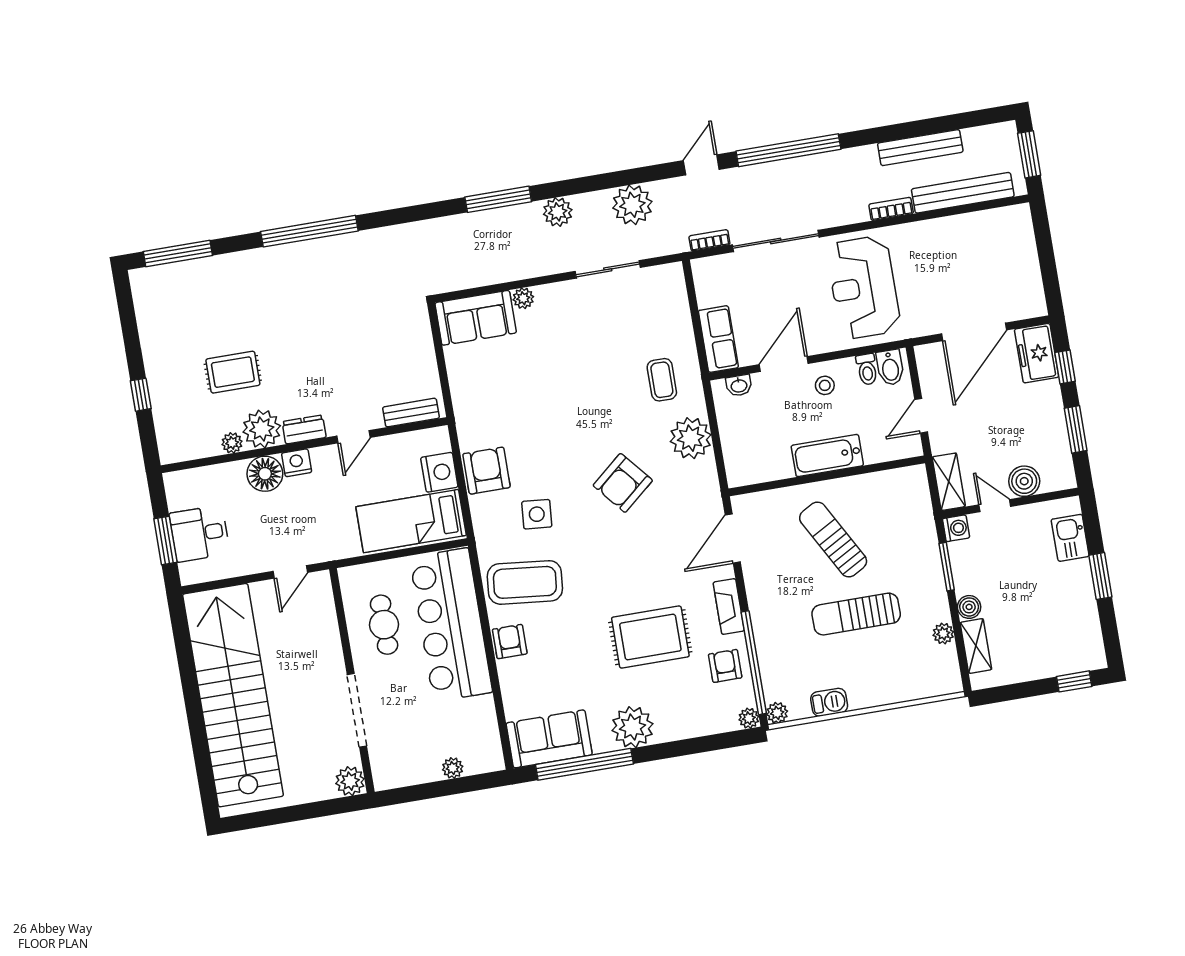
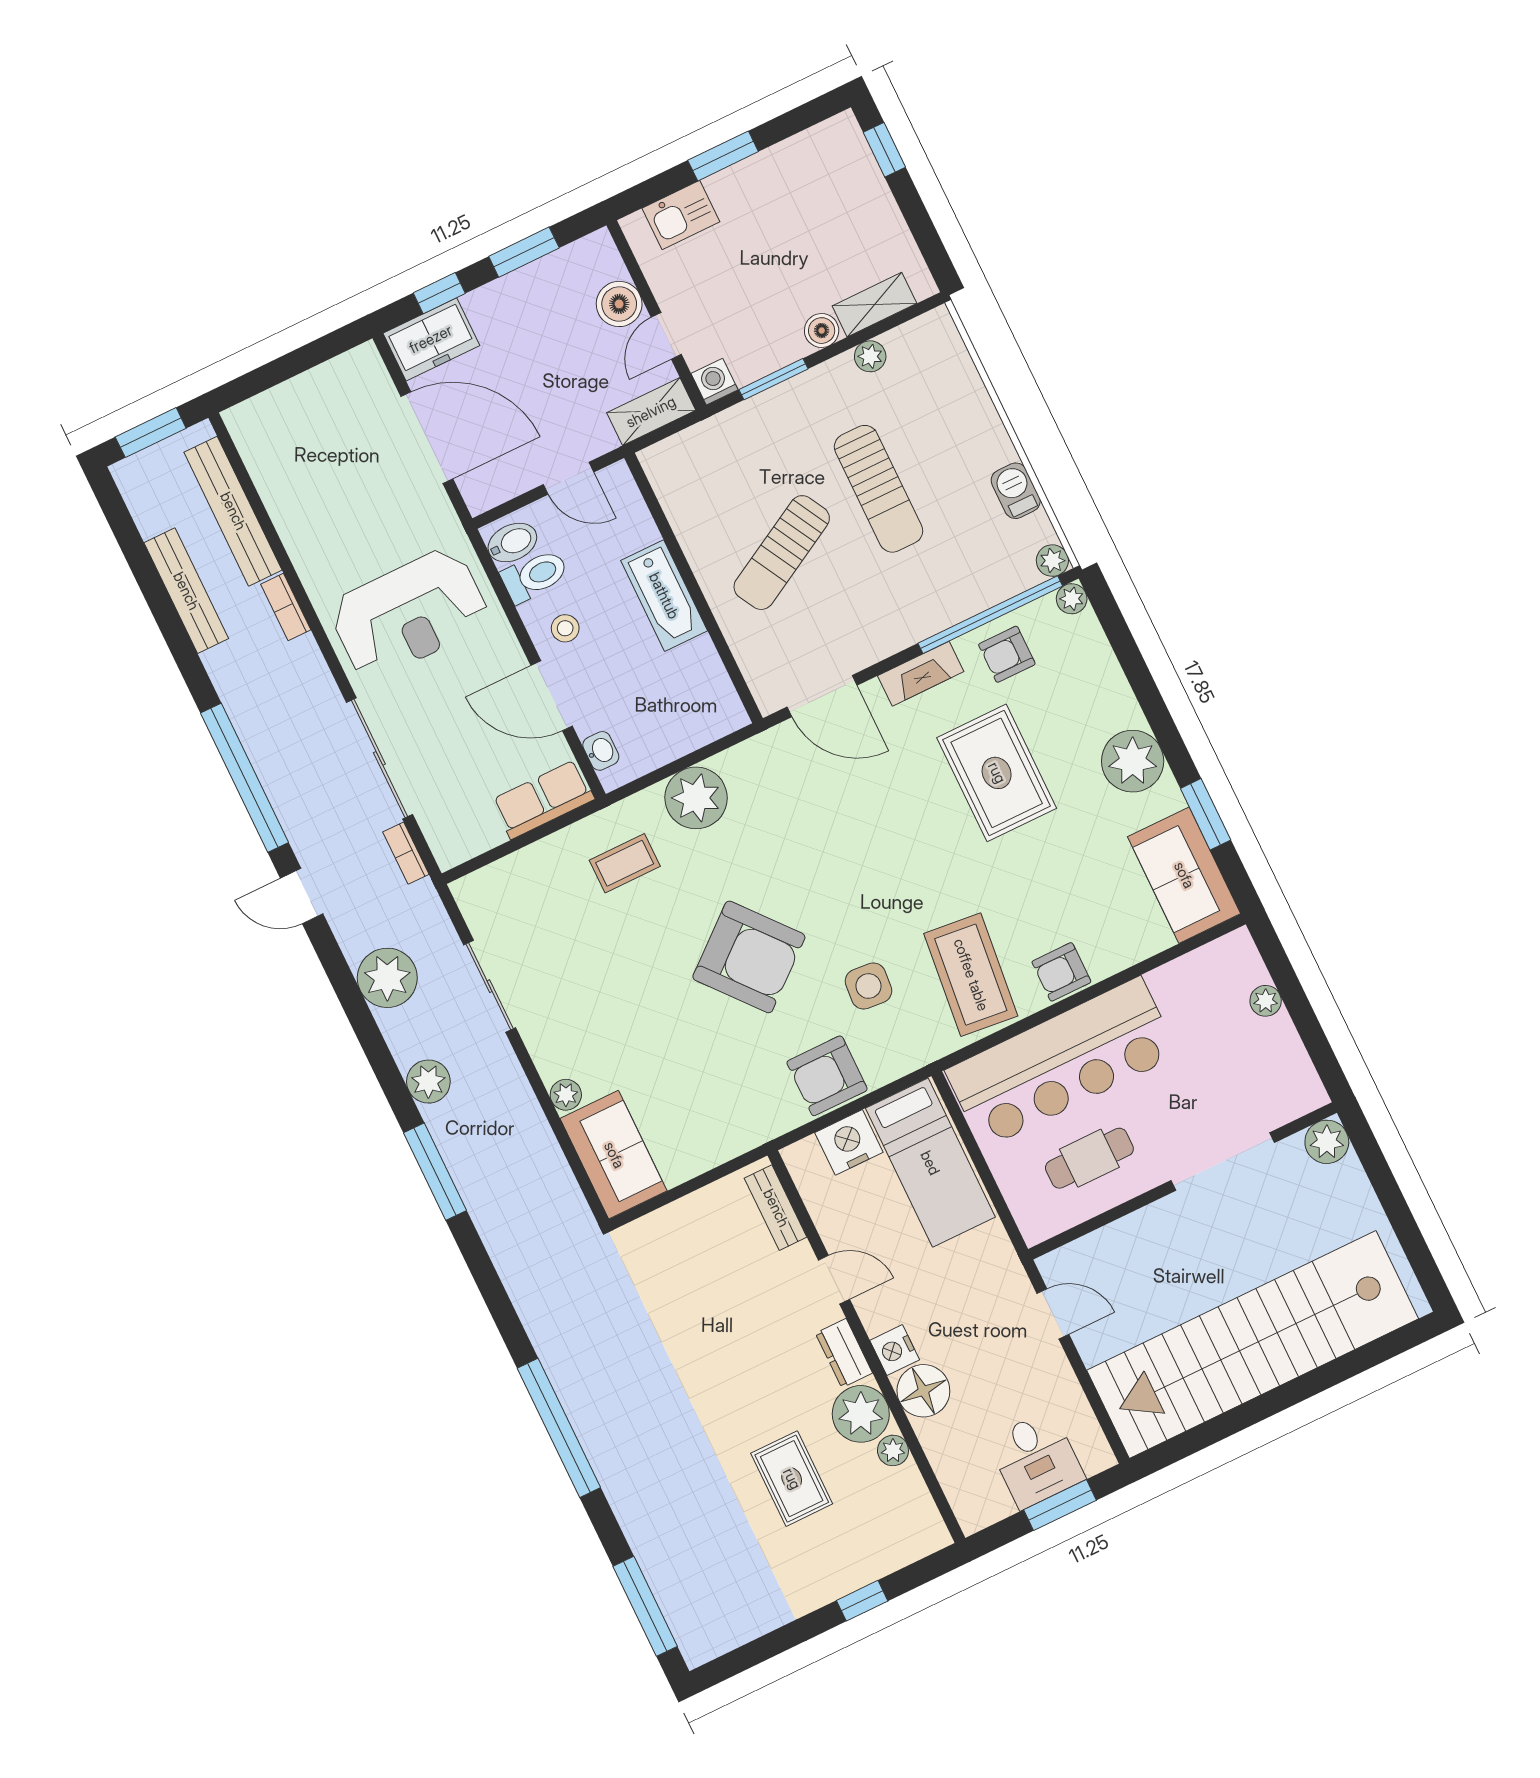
toilet: (867, 369) -> (535, 576), width x1.37, depth x1.39
armchair: (623, 483) -> (749, 957), moved, width x1.36, depth x1.36
window: (584, 764) -> (1206, 814), width x0.47

